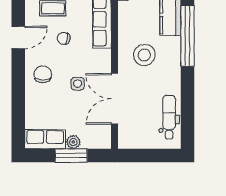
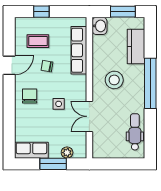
window: (188, 36) -> (150, 83), moved
double door: (115, 99) -> (89, 116), width x0.73
plant: (73, 142) -> (67, 153), moved

